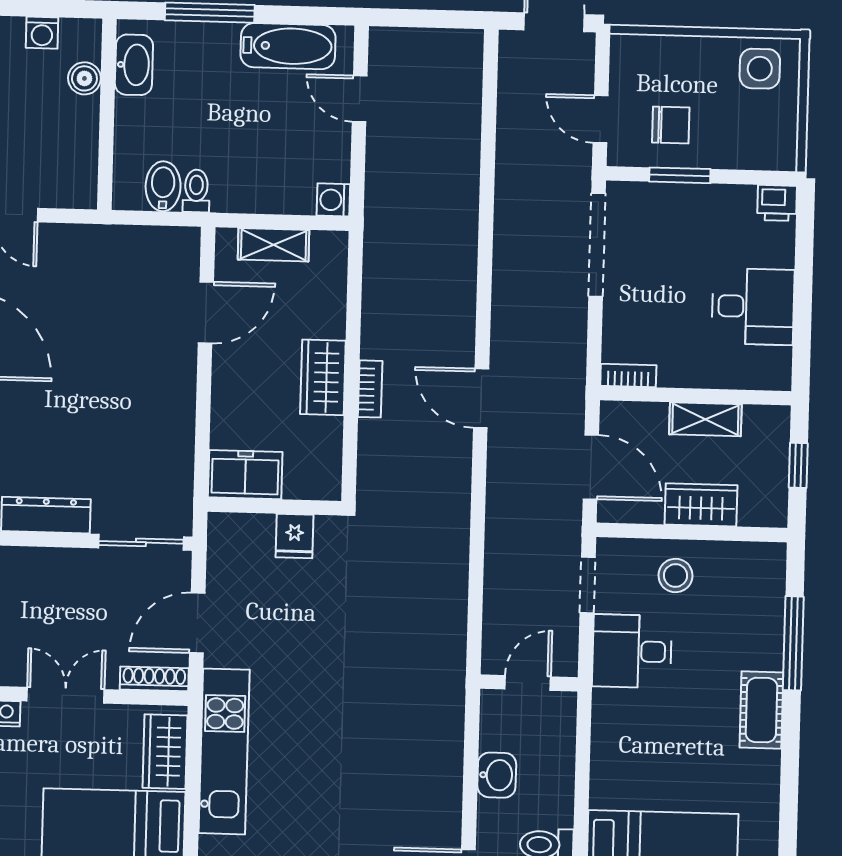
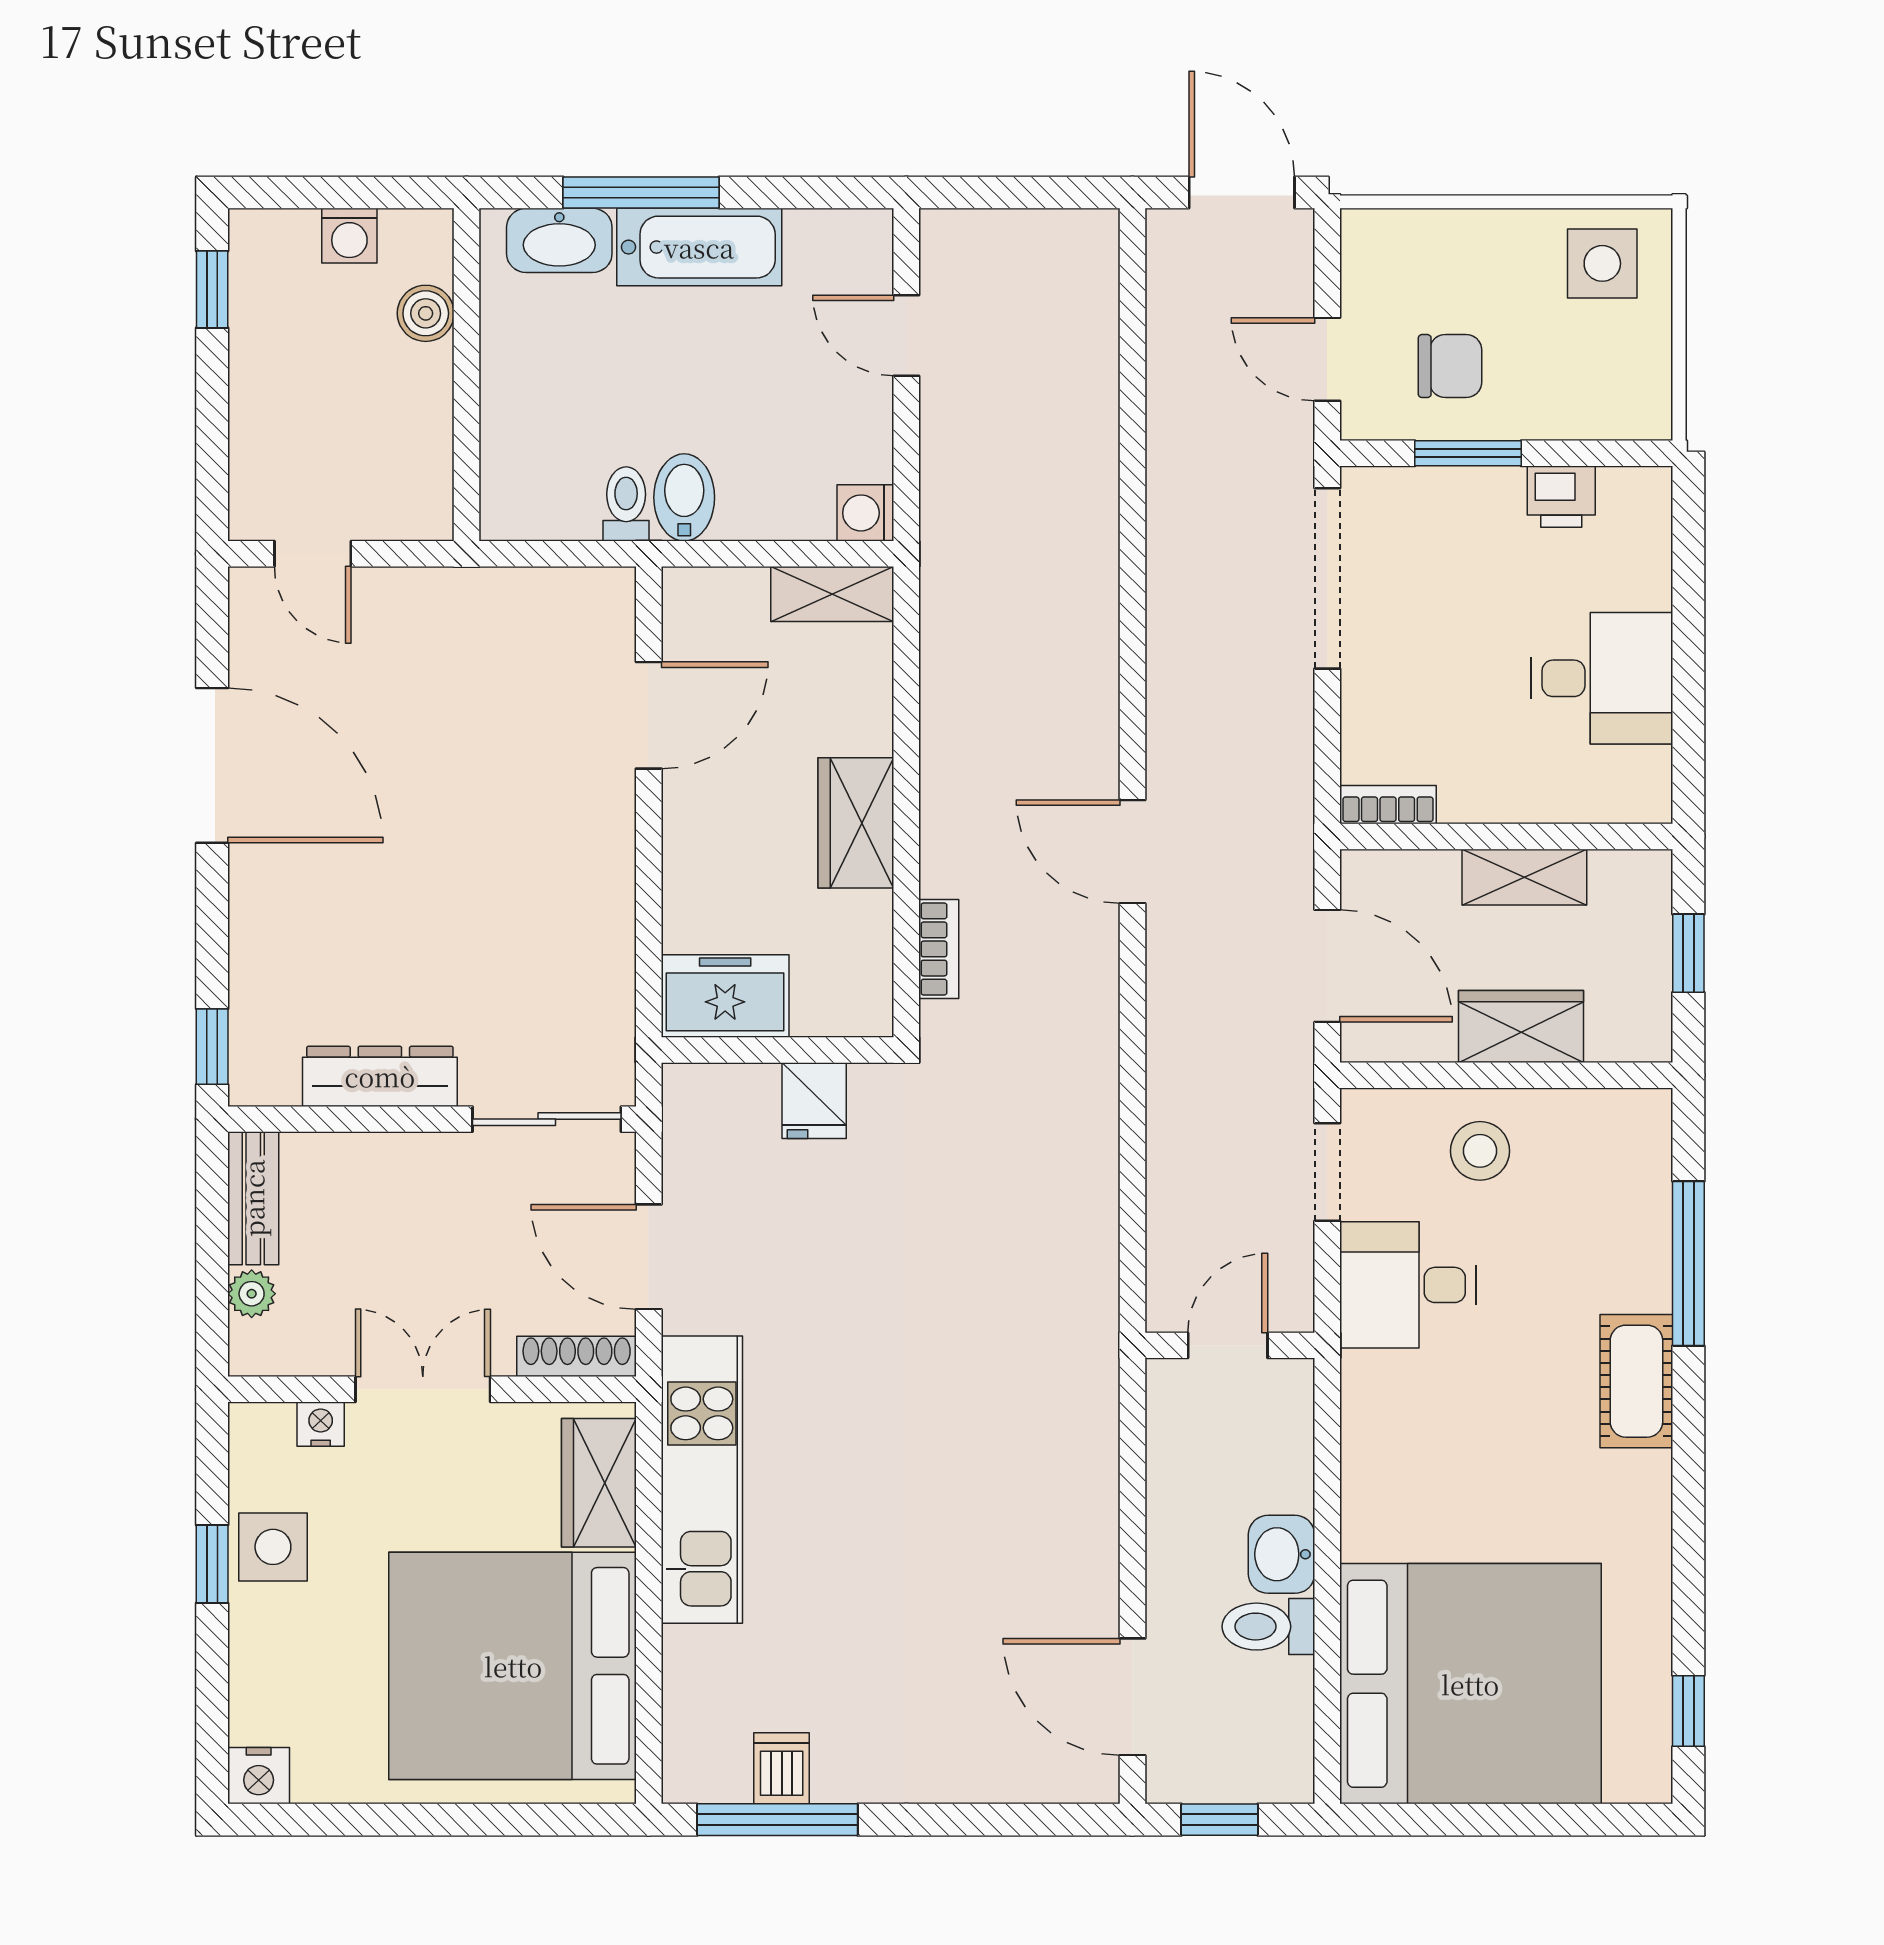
bathtub: (288, 46) -> (699, 247), moved
washbasin: (134, 65) -> (559, 240), moved, turned 90
bidet: (163, 186) -> (684, 497), moved
printer: (777, 203) -> (1561, 497), moved
shelving: (274, 245) -> (832, 594), moved
bookcase: (370, 389) -> (939, 949), moved
door: (197, 623) -> (649, 1257), hinge flipped
washbasin: (497, 775) -> (1282, 1554), moved, turned 180

